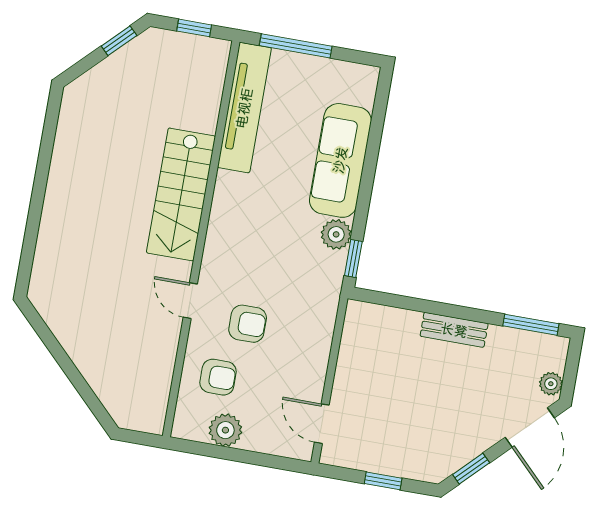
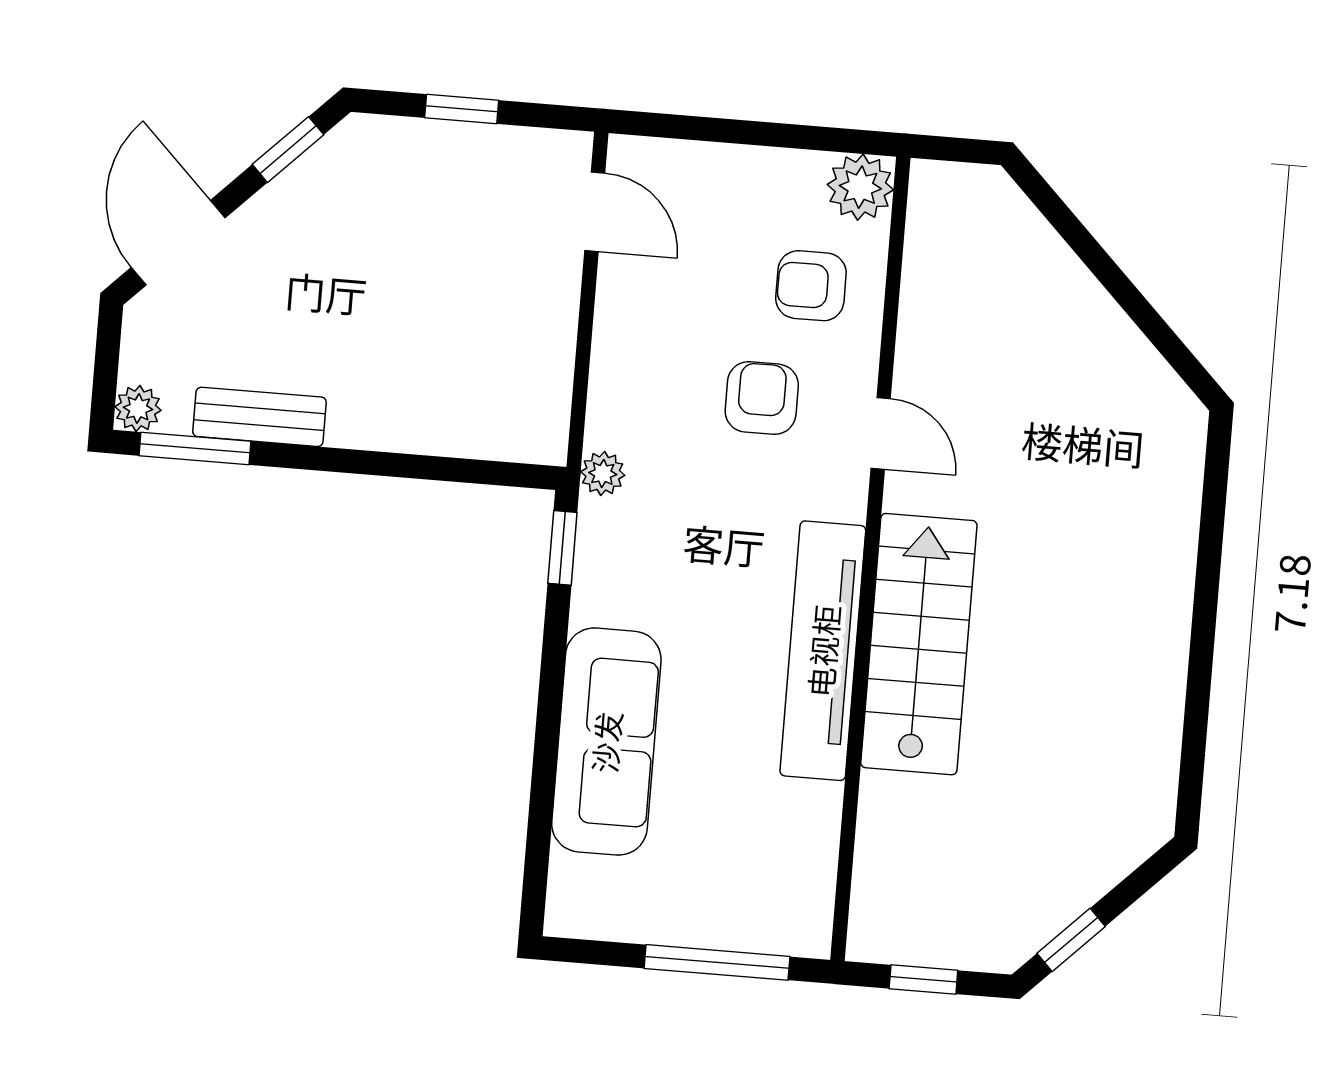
tv unit: (244, 108) -> (823, 651), moved
plant: (336, 234) -> (603, 473), moved, width x0.73, depth x0.73
armchair: (248, 324) -> (762, 398), turned 90
bench: (454, 330) -> (260, 417), moved
plant: (551, 384) -> (138, 408), moved
plant: (225, 430) -> (860, 187), moved

